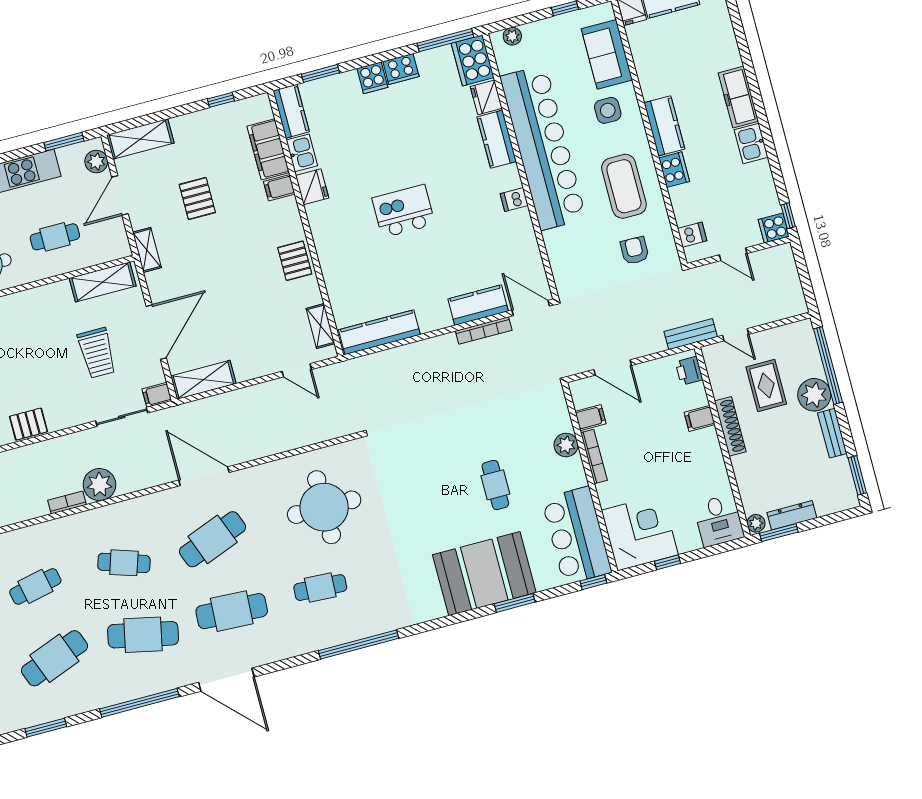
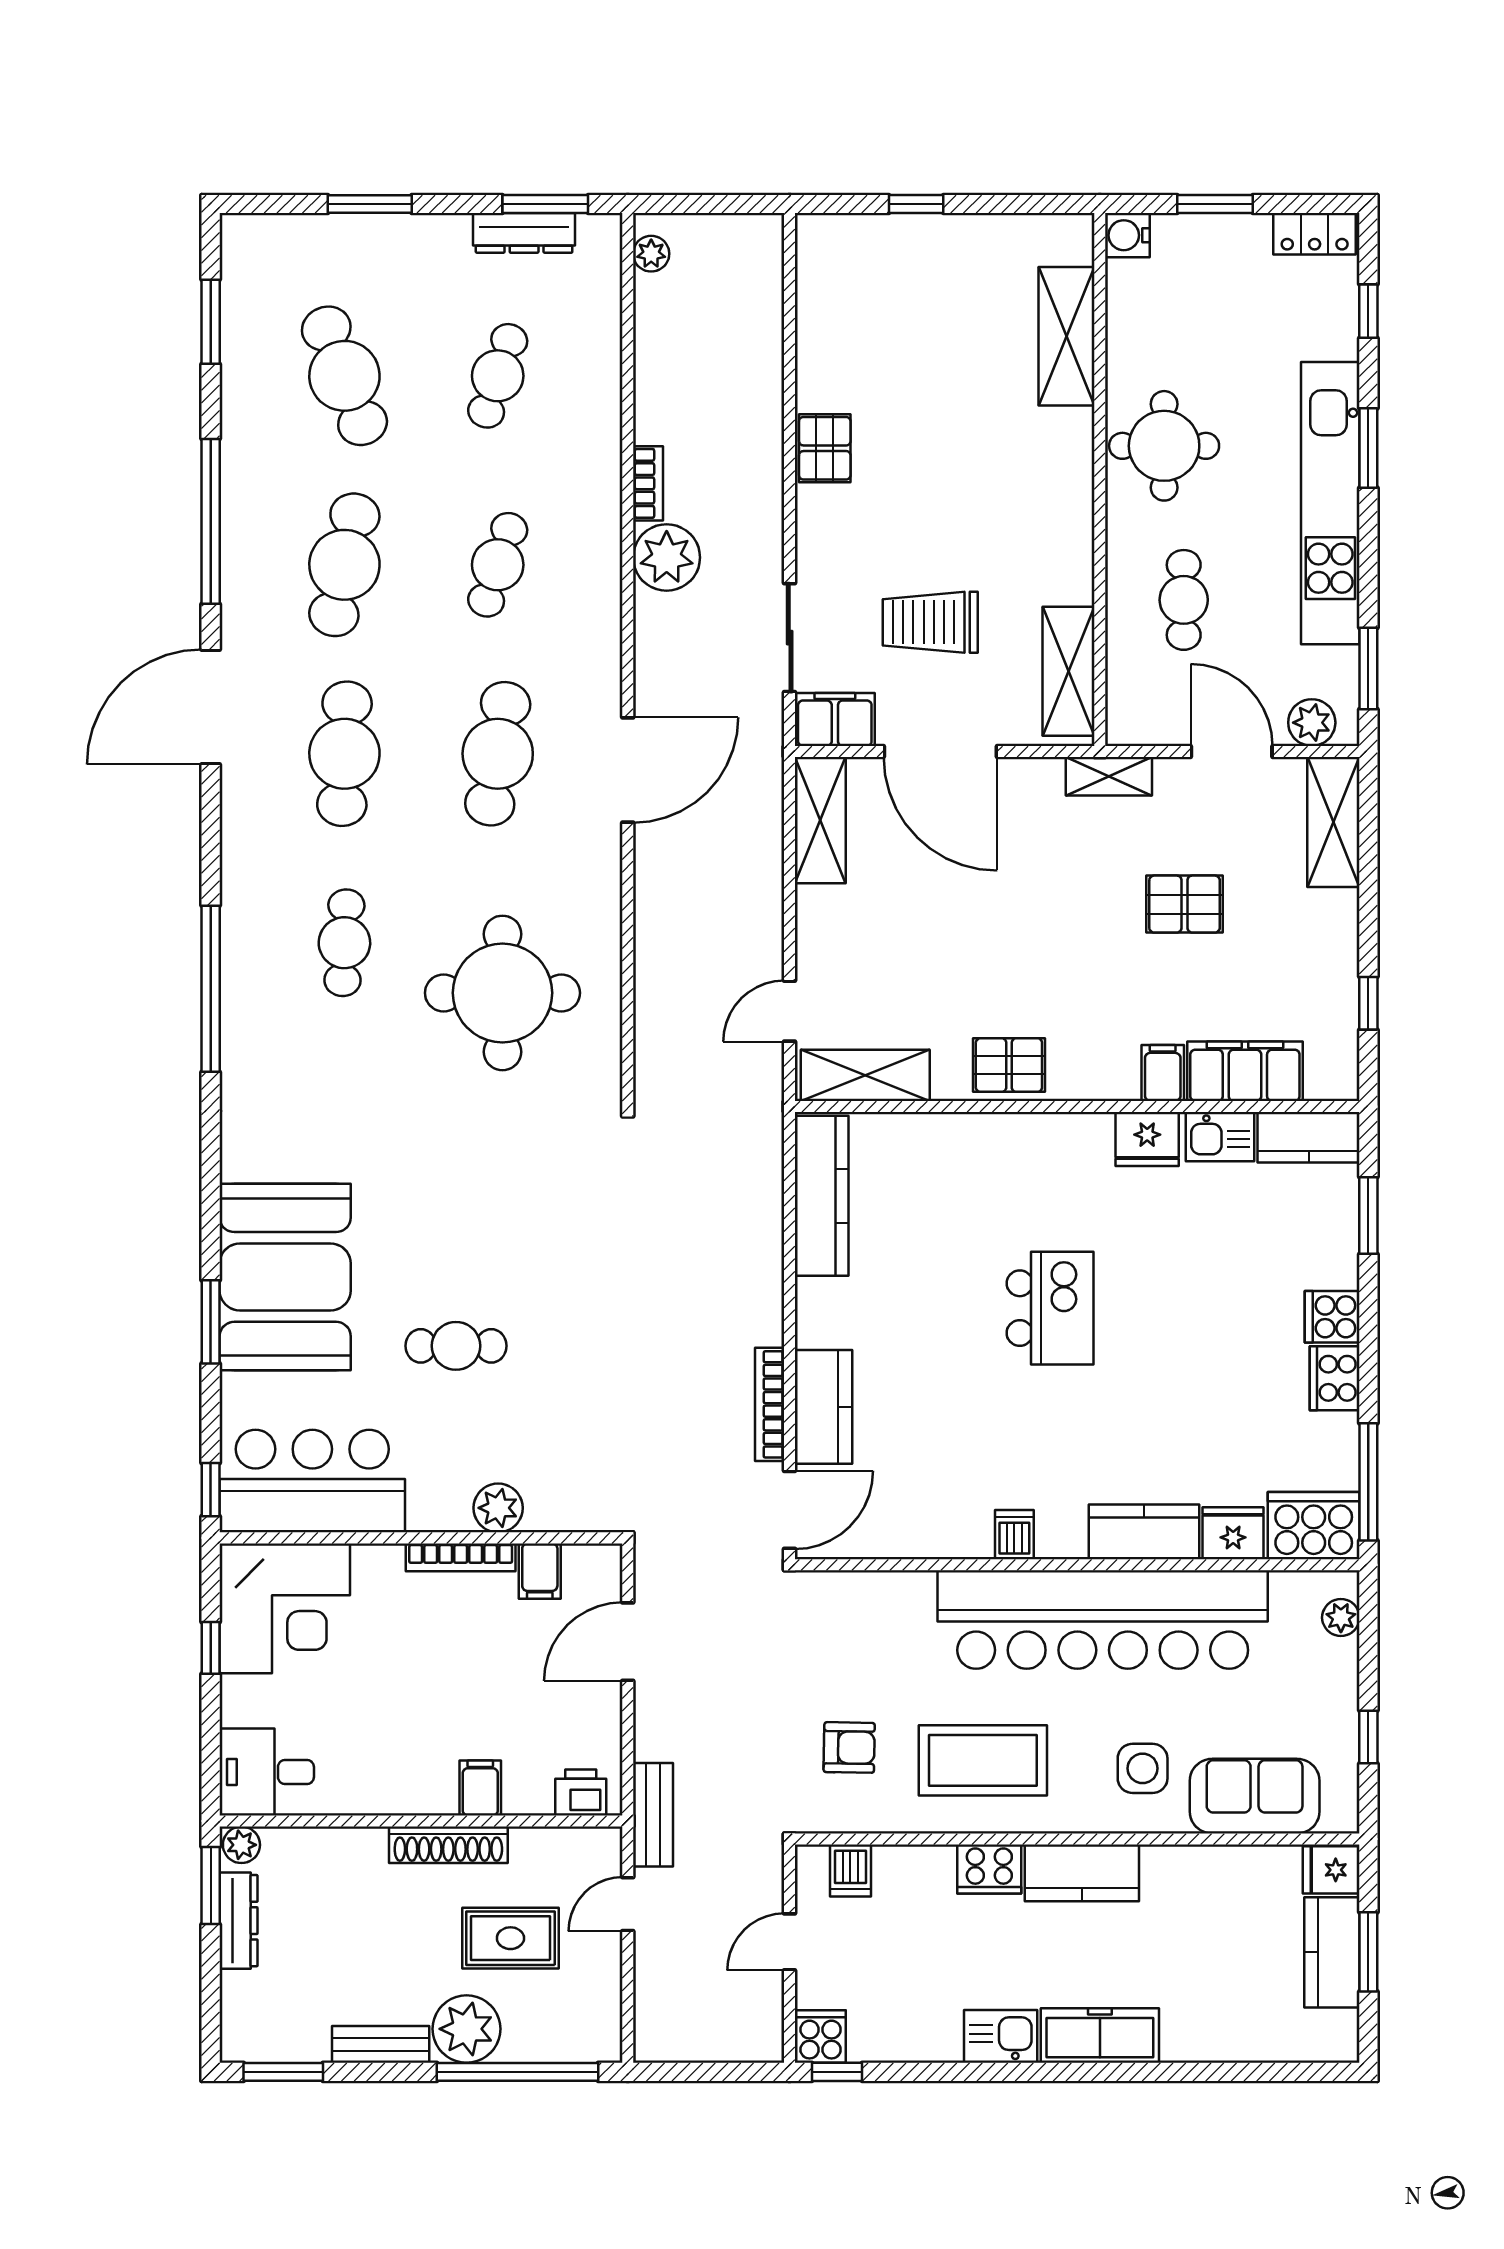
shelving: (320, 326) -> (865, 1075), width x1.50, depth x1.33
filing cabinet: (157, 395) -> (835, 719), width x2.00
cafe table: (213, 539) -> (498, 754), turned 30
cafe table: (35, 586) -> (498, 376), turned 30

